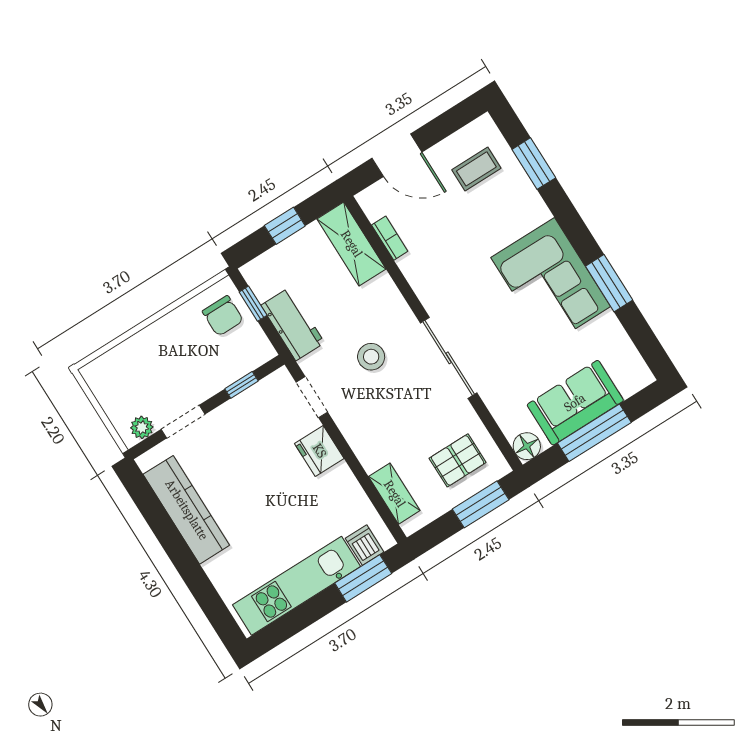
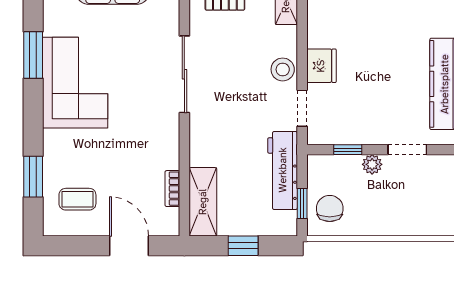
workbench: (293, 324) -> (283, 170), width x1.38
stool: (371, 357) -> (283, 69), moved
plant: (142, 427) -> (372, 164), moved

